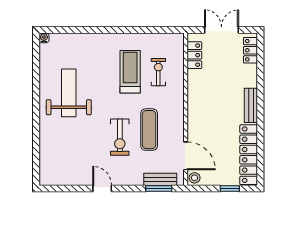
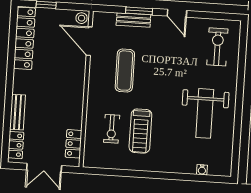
water cooler: (44, 38) -> (202, 170), moved
bench: (251, 105) -> (18, 112), moved
exercise bike: (120, 137) -> (217, 47), moved
bench: (160, 179) -> (133, 20), moved
window: (159, 189) -> (139, 11), moved

